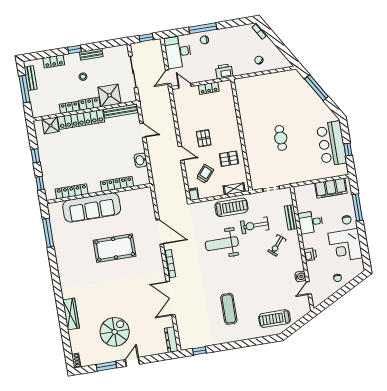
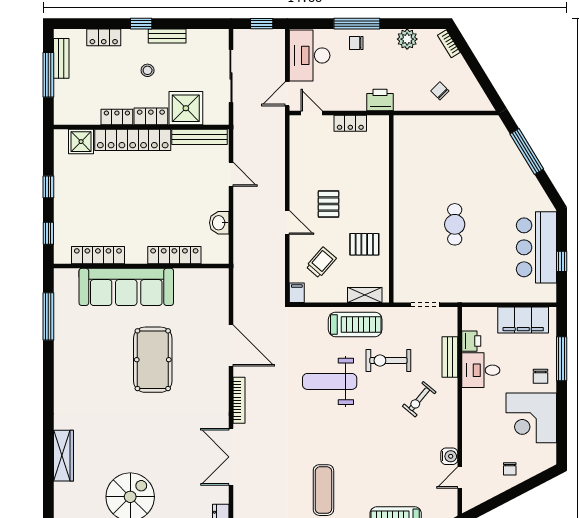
plant: (234, 32) -> (407, 39), added
pool table: (115, 248) -> (153, 360), turned 90
printer: (310, 254) -> (471, 341), moved

